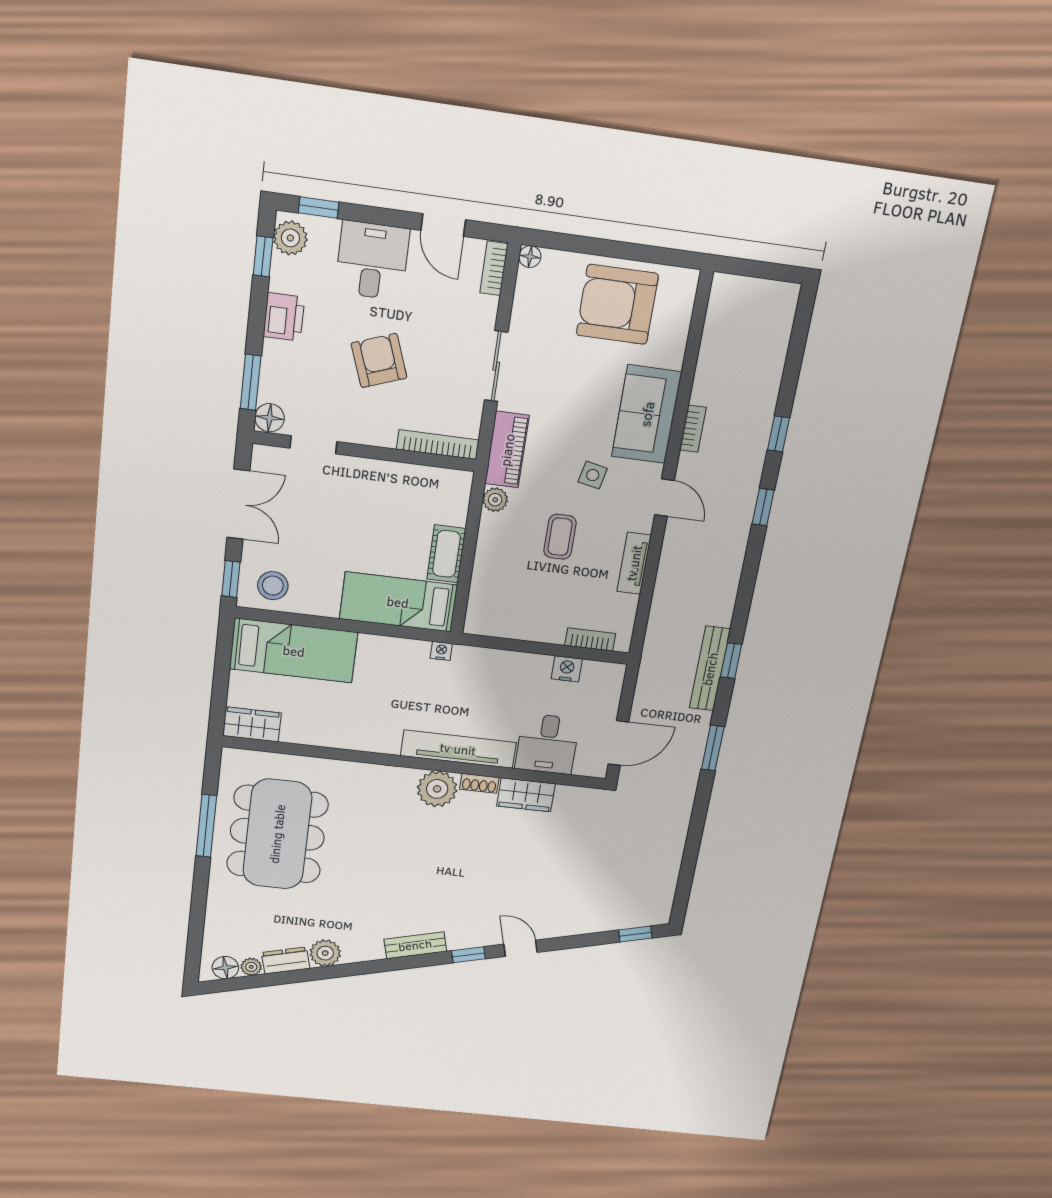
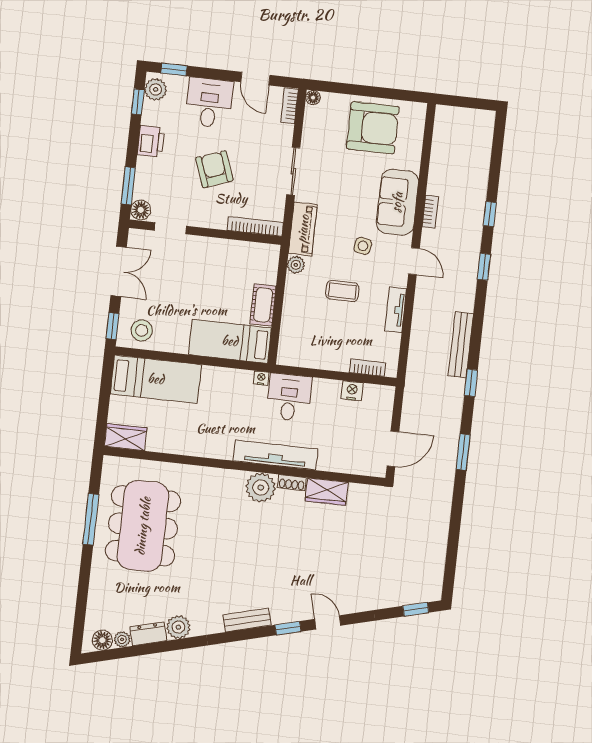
armchair: (617, 304) -> (373, 128), turned 180
coffee table: (560, 537) -> (342, 291), turned 90
bench: (710, 669) -> (461, 345), moved
desk: (547, 744) -> (289, 397), moved, turned 180

